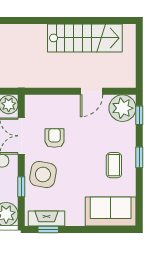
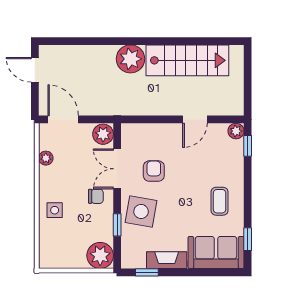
plant: (33, 37) -> (131, 59), added
plant: (122, 108) -> (236, 131), width x0.53, depth x0.53
window: (139, 157) -> (248, 239), moved
fireplace: (46, 218) -> (167, 260), moved

